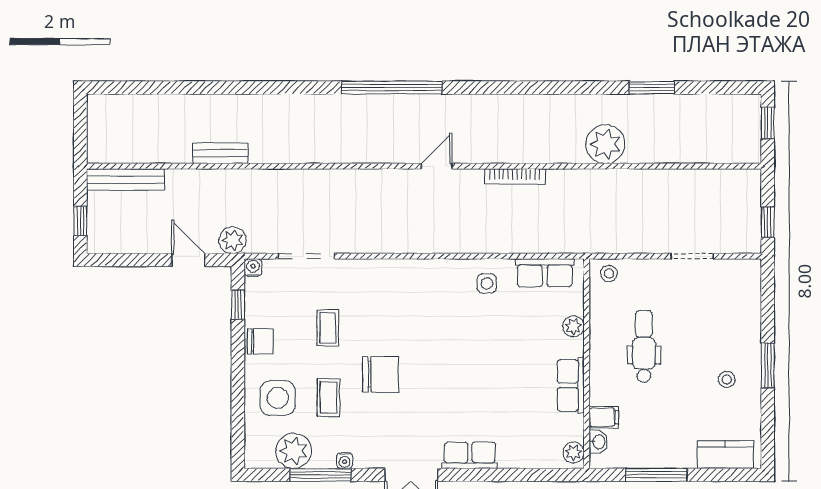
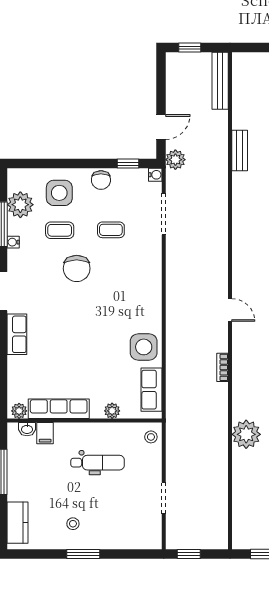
bookcase: (515, 176) -> (222, 367), width x0.64
side table: (487, 283) -> (144, 347), width x1.87, depth x1.87
row of seats: (571, 385) -> (59, 409), width x1.48

